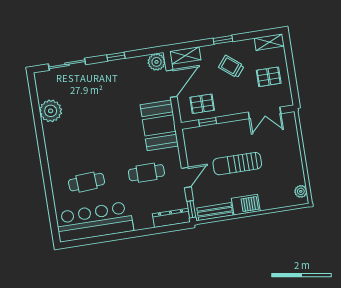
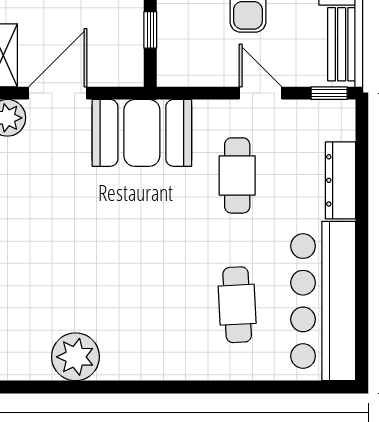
door: (172, 84) -> (58, 93), hinge flipped
pallet: (202, 104) -> (110, 35), removed
dresser: (171, 218) -> (341, 180), moved

